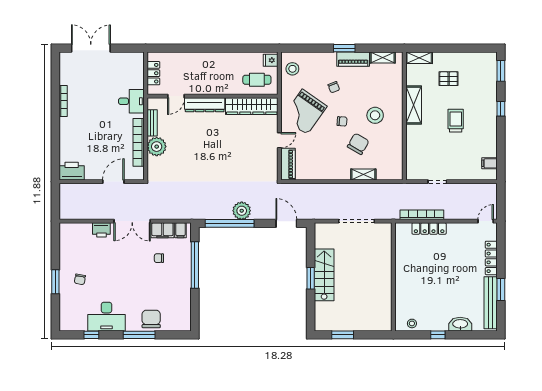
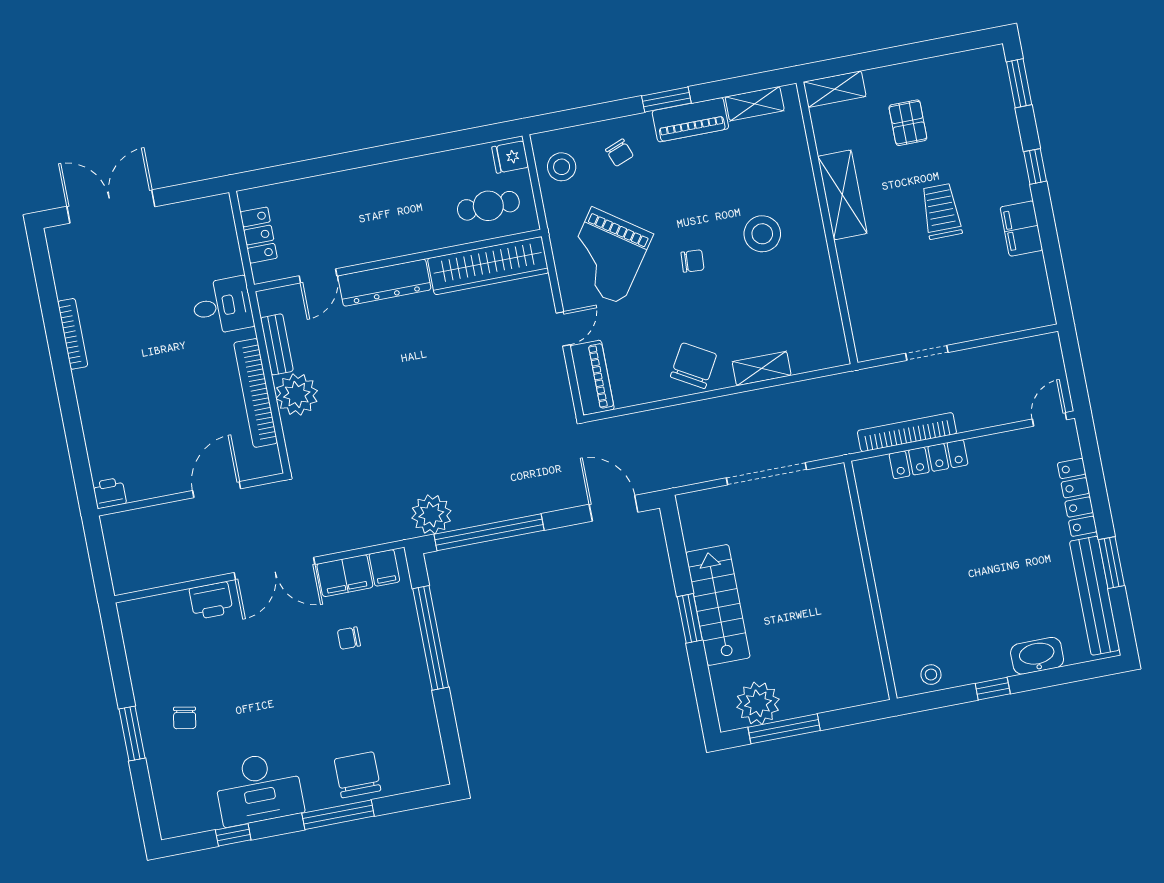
pallet: (449, 79) -> (908, 123), turned 90
chair: (334, 87) -> (619, 153), moved
chair: (358, 144) -> (694, 366), moved
filing cabinet: (489, 163) -> (1021, 229), moved, width x2.00
printer: (72, 171) -> (109, 493), width x0.53, depth x0.68
plant: (242, 211) -> (431, 514), moved
plant: (333, 321) -> (758, 703), added
window: (343, 335) -> (784, 729), width x1.44

